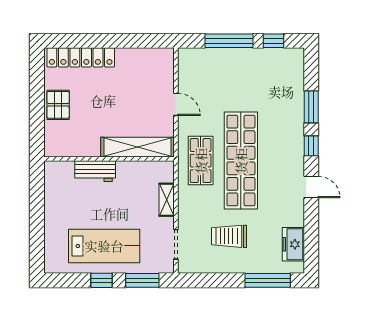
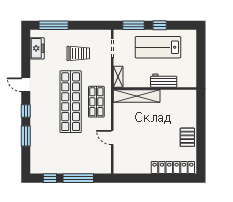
shelving: (137, 147) -> (137, 96), moved
wall: (109, 159) -> (155, 88), moved
workbench: (95, 171) -> (164, 81), moved

